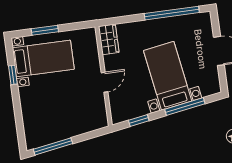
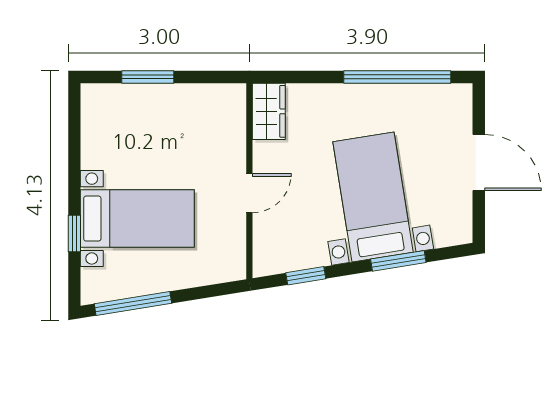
bed with nightstands: (43, 58) -> (137, 219), moved
window: (13, 75) -> (74, 233), moved
window: (185, 106) -> (398, 261), width x0.69

